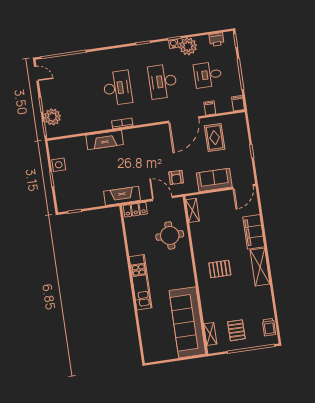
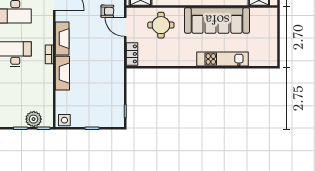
side table: (59, 165) -> (64, 120), moved
fireplace: (122, 196) -> (62, 39), moved, turned 180
door: (162, 198) -> (125, 27), hinge flipped
kitchen unit: (141, 282) -> (223, 59), moved
sofa: (187, 322) -> (217, 20), moved

